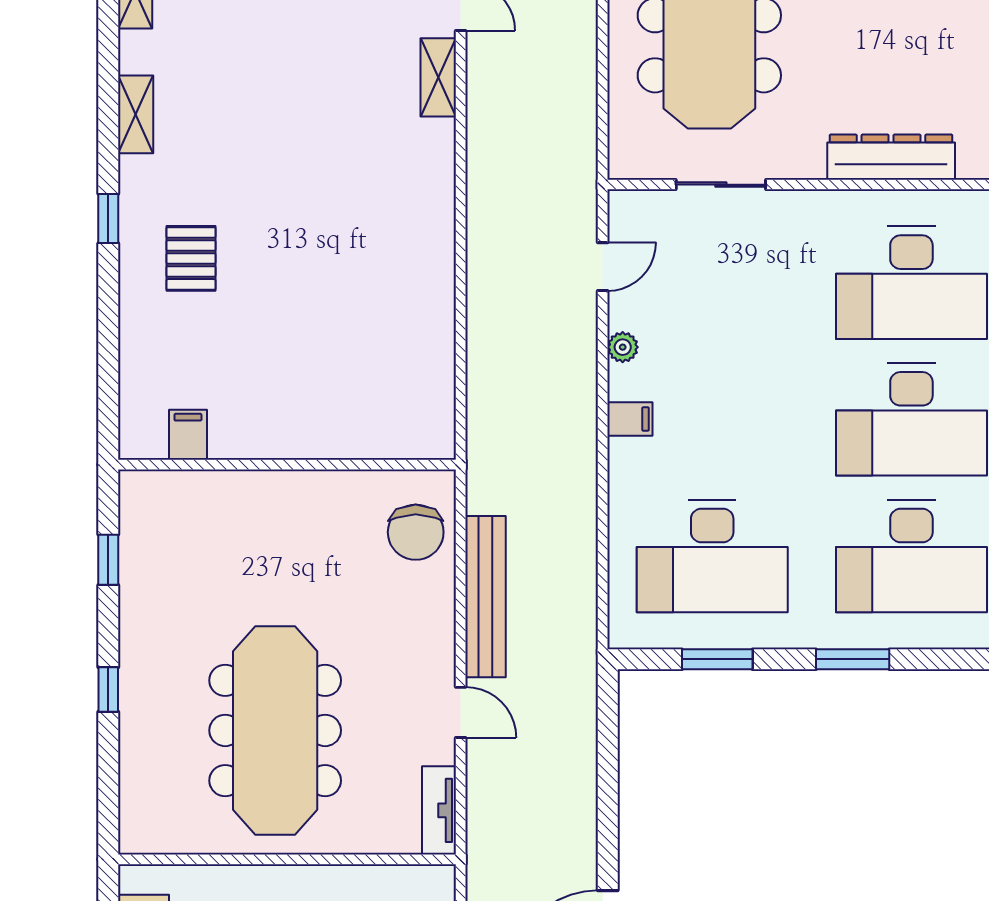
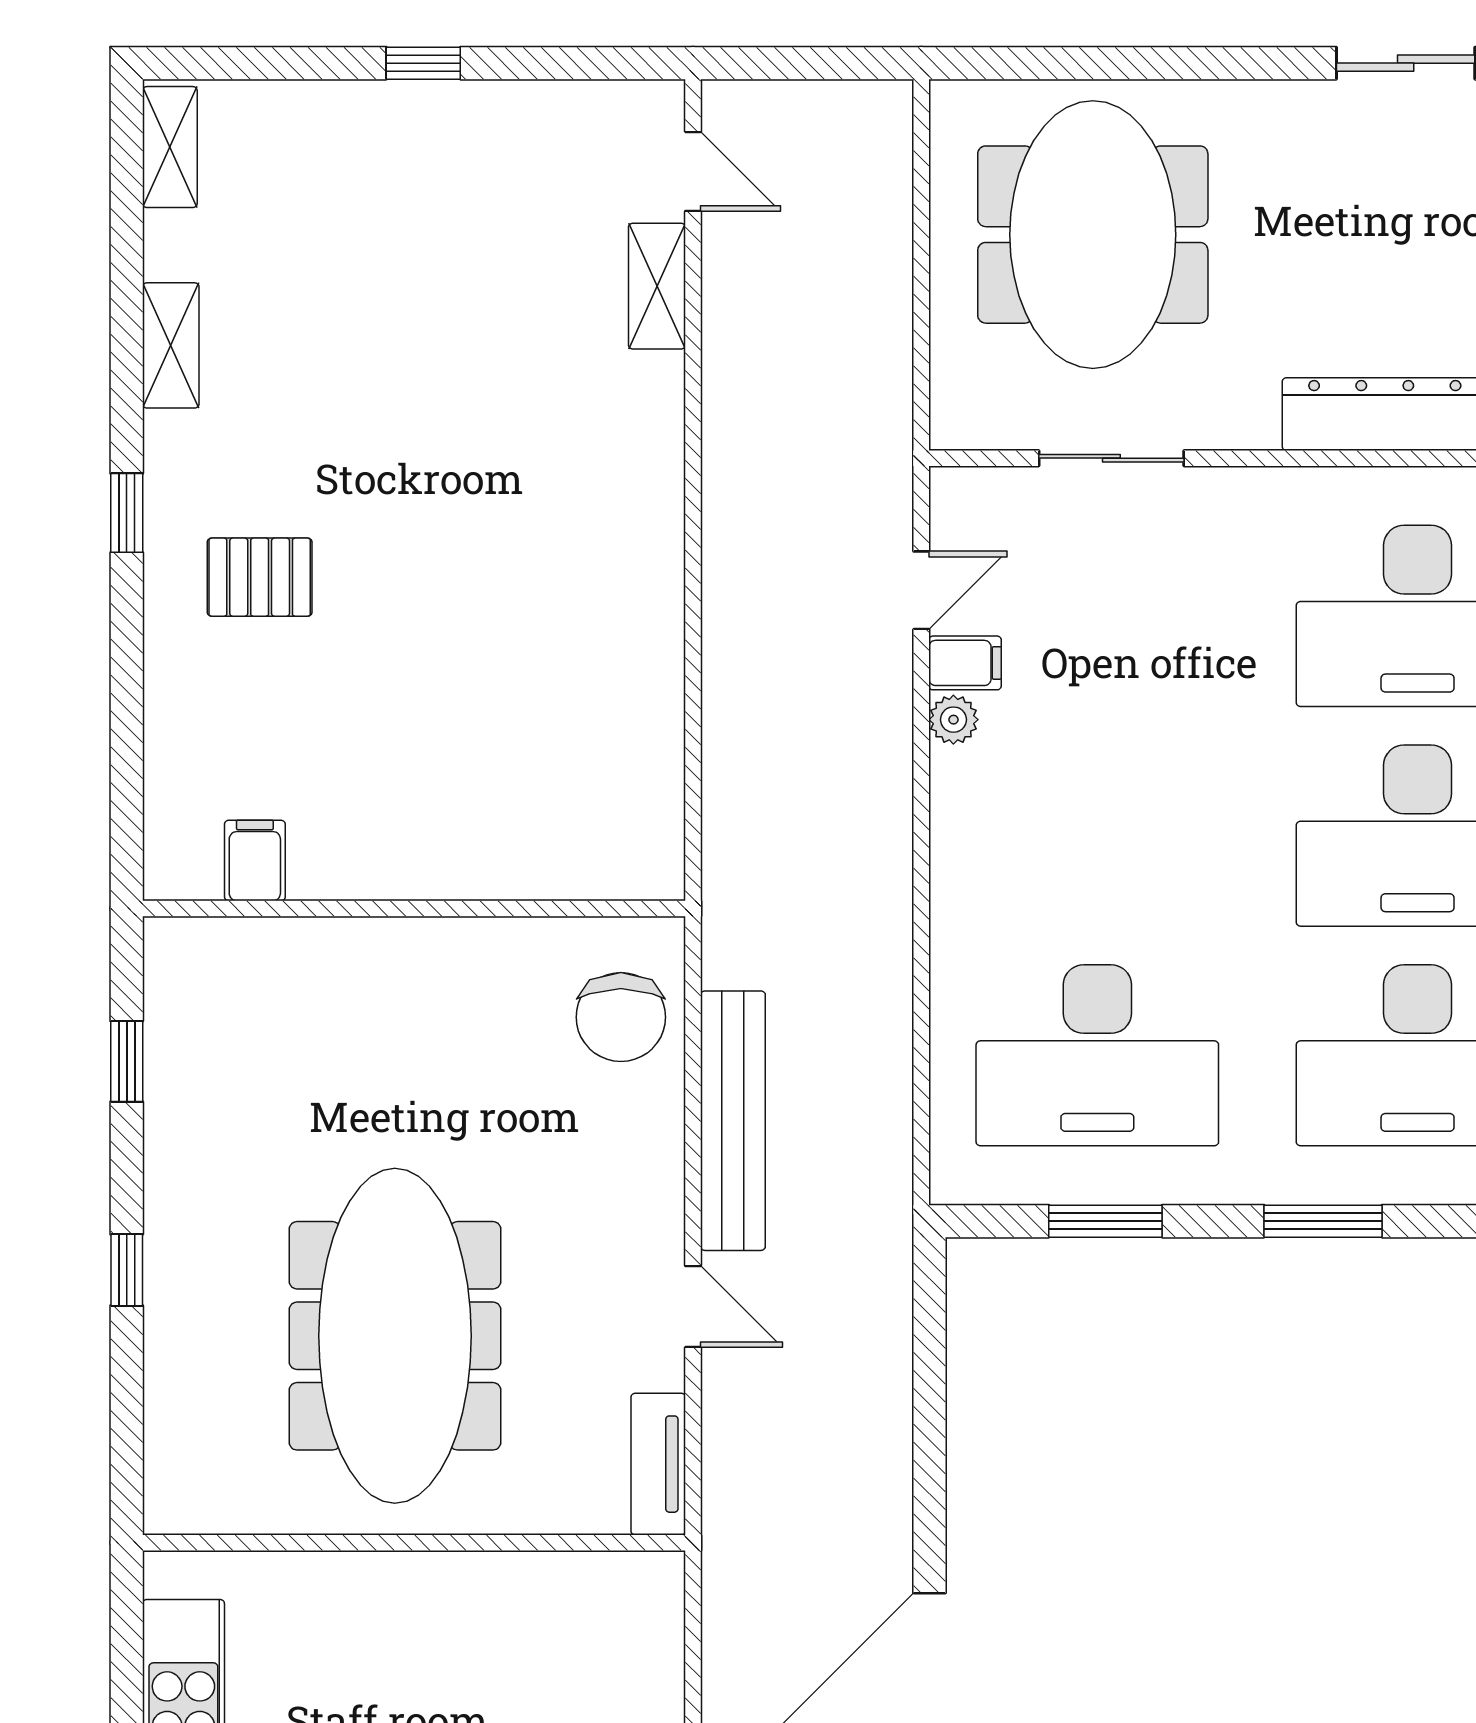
pallet: (191, 258) -> (260, 577), turned 90
filing cabinet: (630, 419) -> (965, 663), moved

